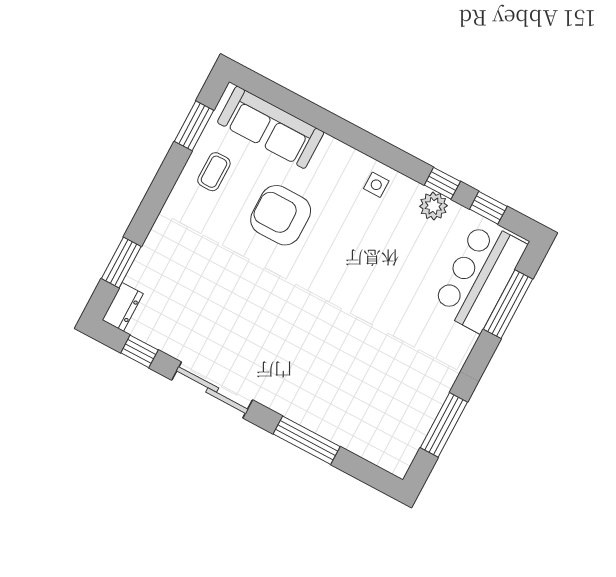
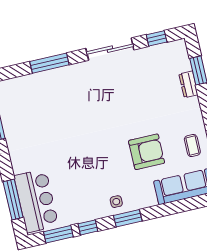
window: (380, 150) -> (128, 218), added
plant: (433, 206) -> (83, 214), removed
window: (488, 208) -> (58, 234), width x1.50
dresser: (123, 307) -> (188, 84), moved

